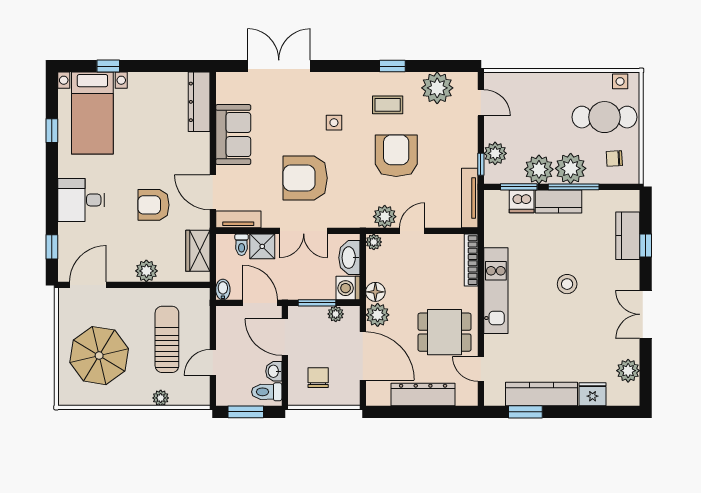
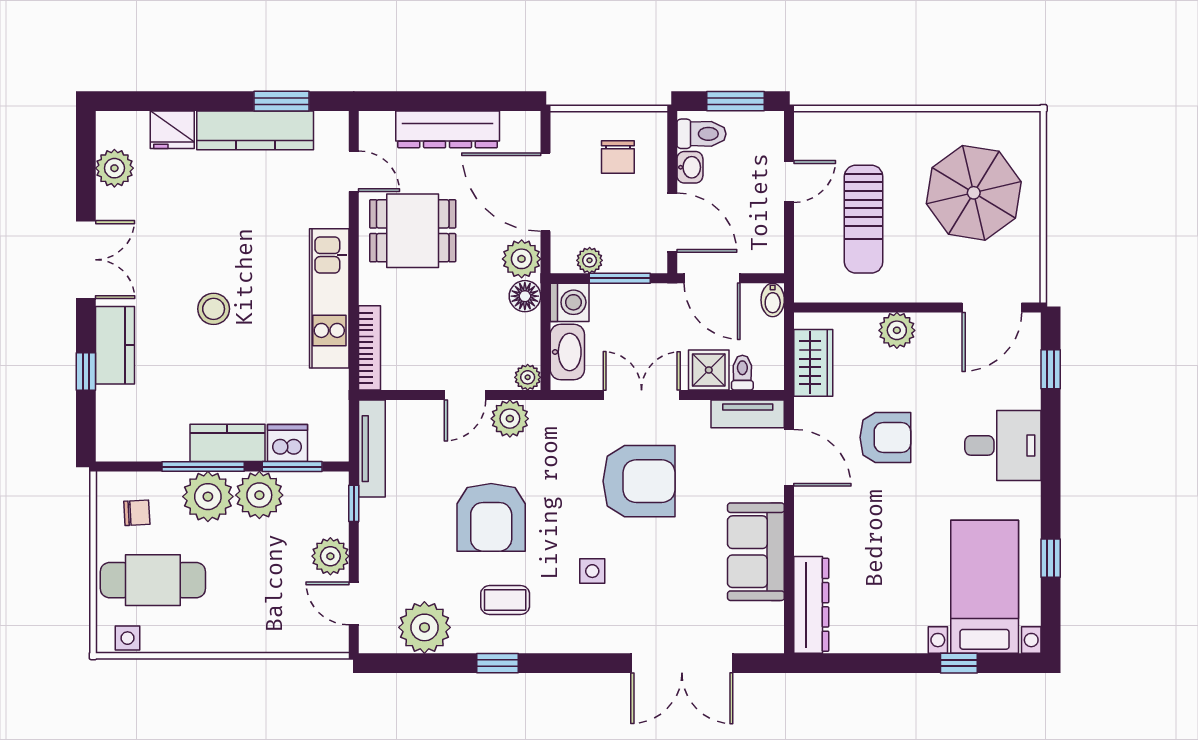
plant: (495, 153) -> (330, 556), moved
kitchen counter: (628, 236) -> (115, 345), moved
plant: (161, 398) -> (874, 124), removed

